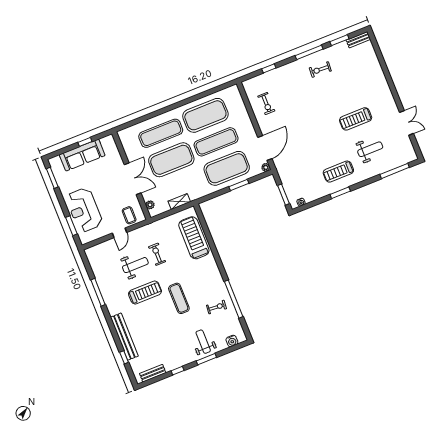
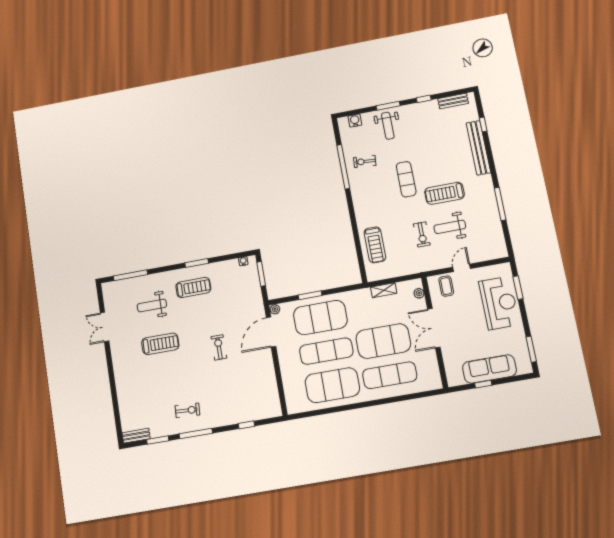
exercise bike: (266, 104) -> (219, 347), moved
treadmill: (194, 238) -> (375, 245), width x0.73, depth x0.73

